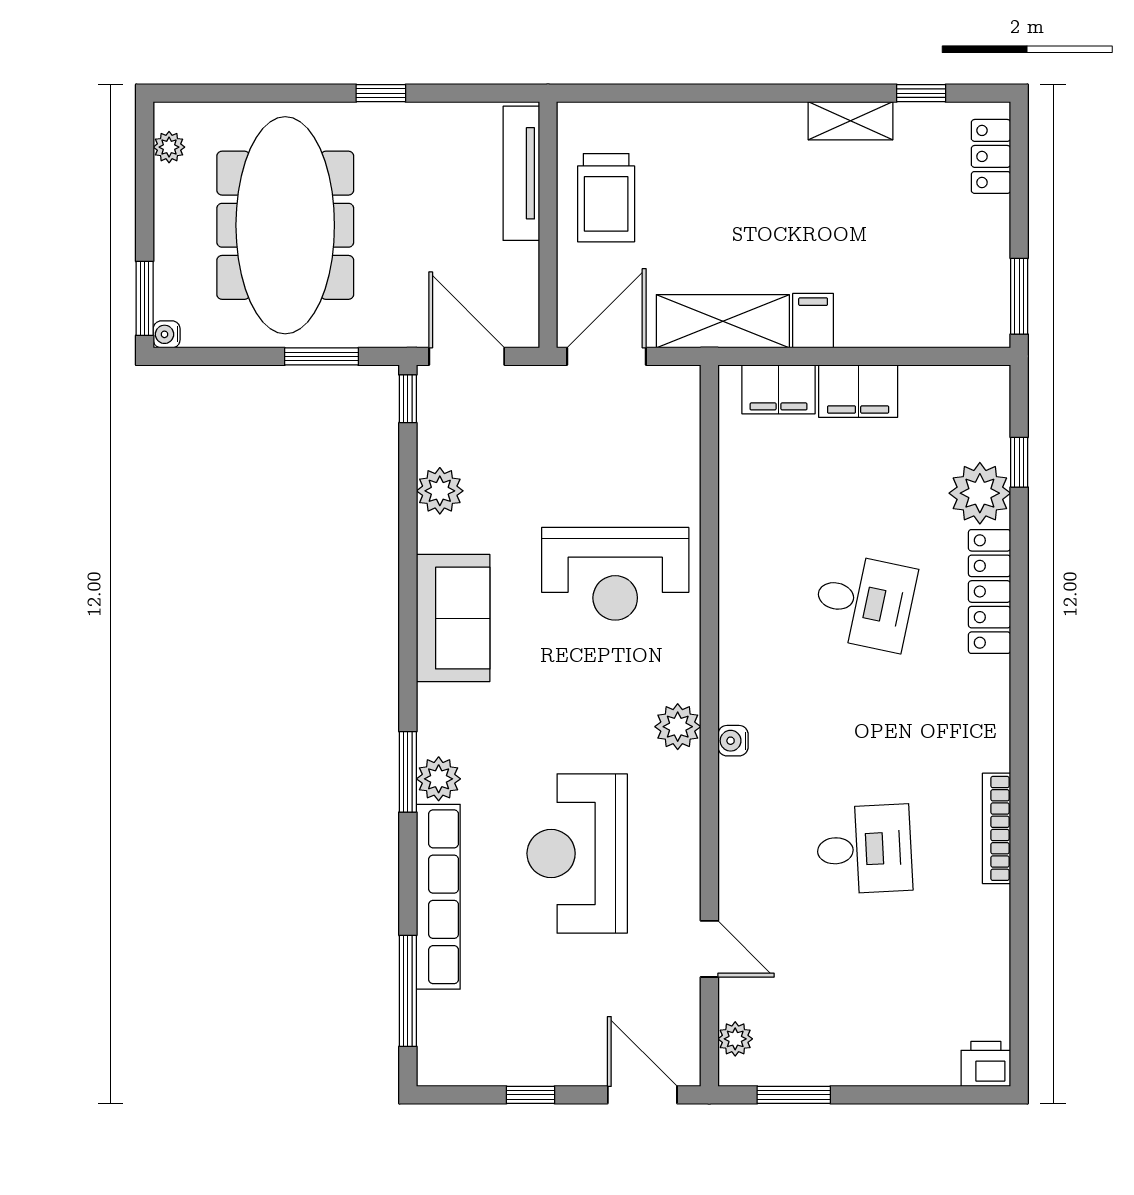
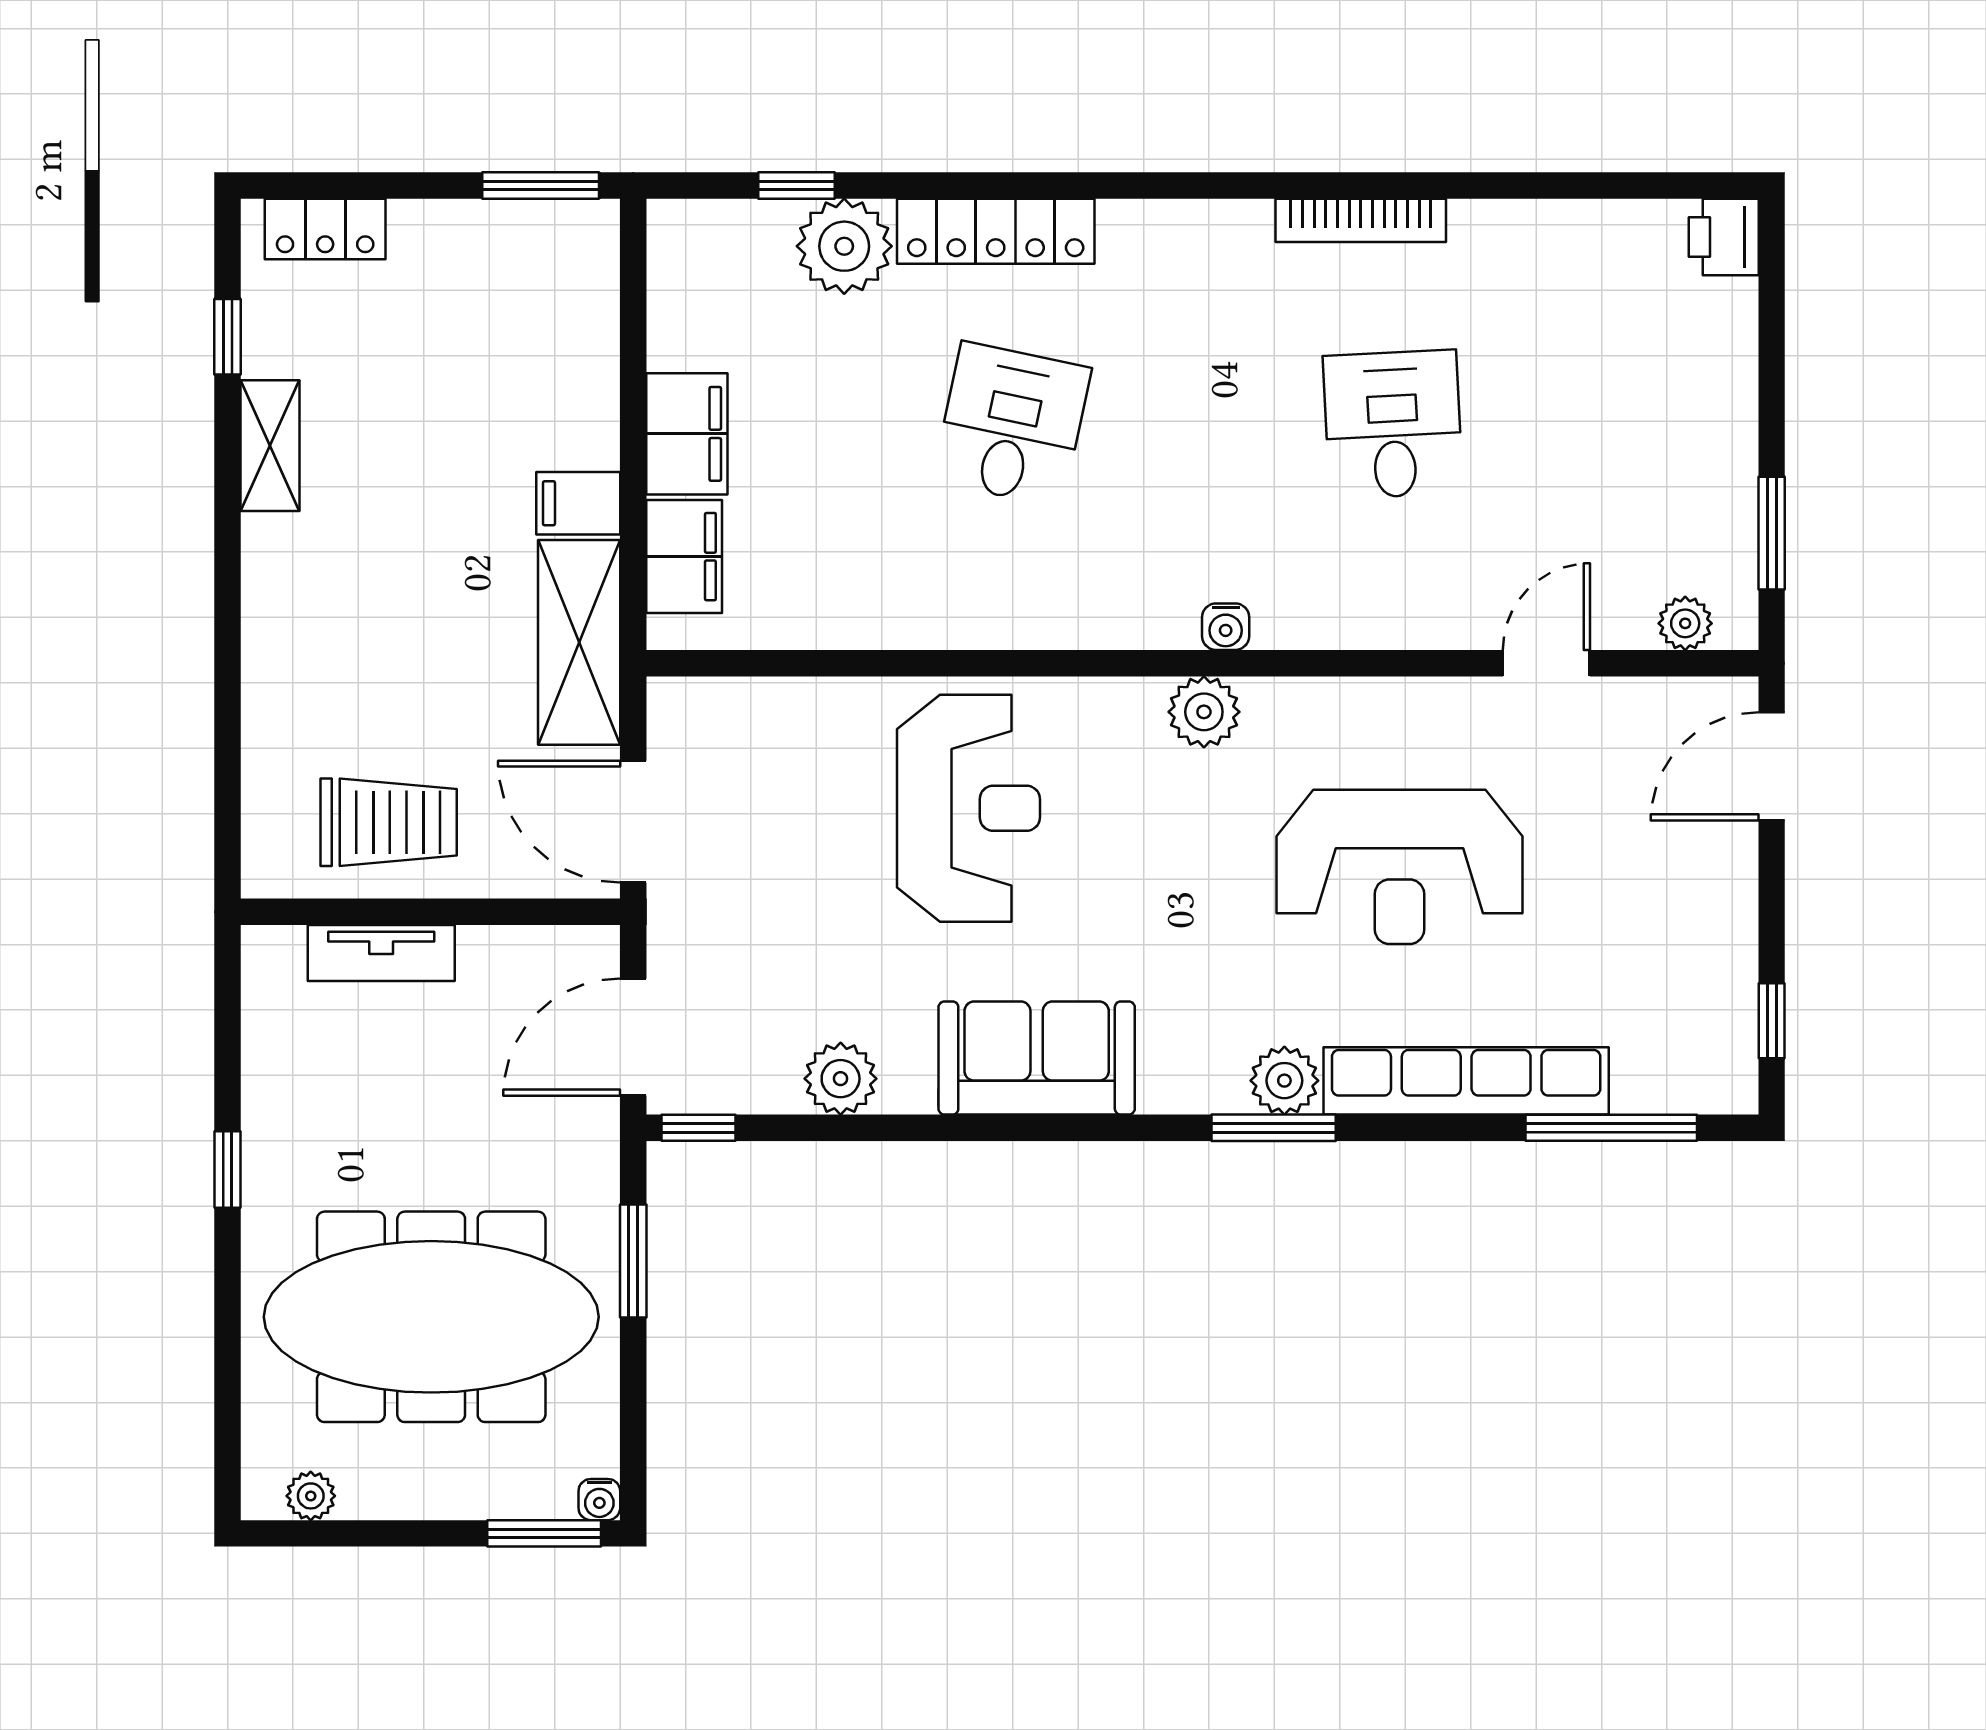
tv unit: (521, 173) -> (381, 953), width x0.71
window: (531, 1095) -> (1772, 1021), moved

